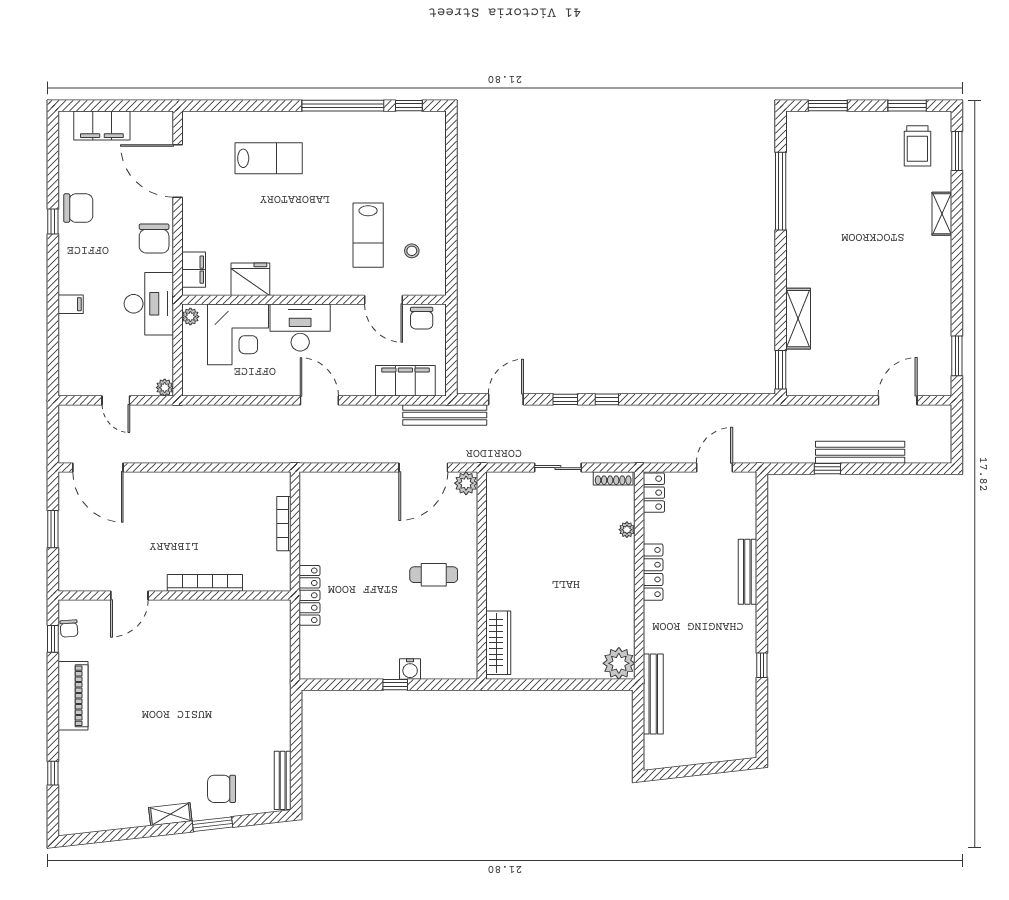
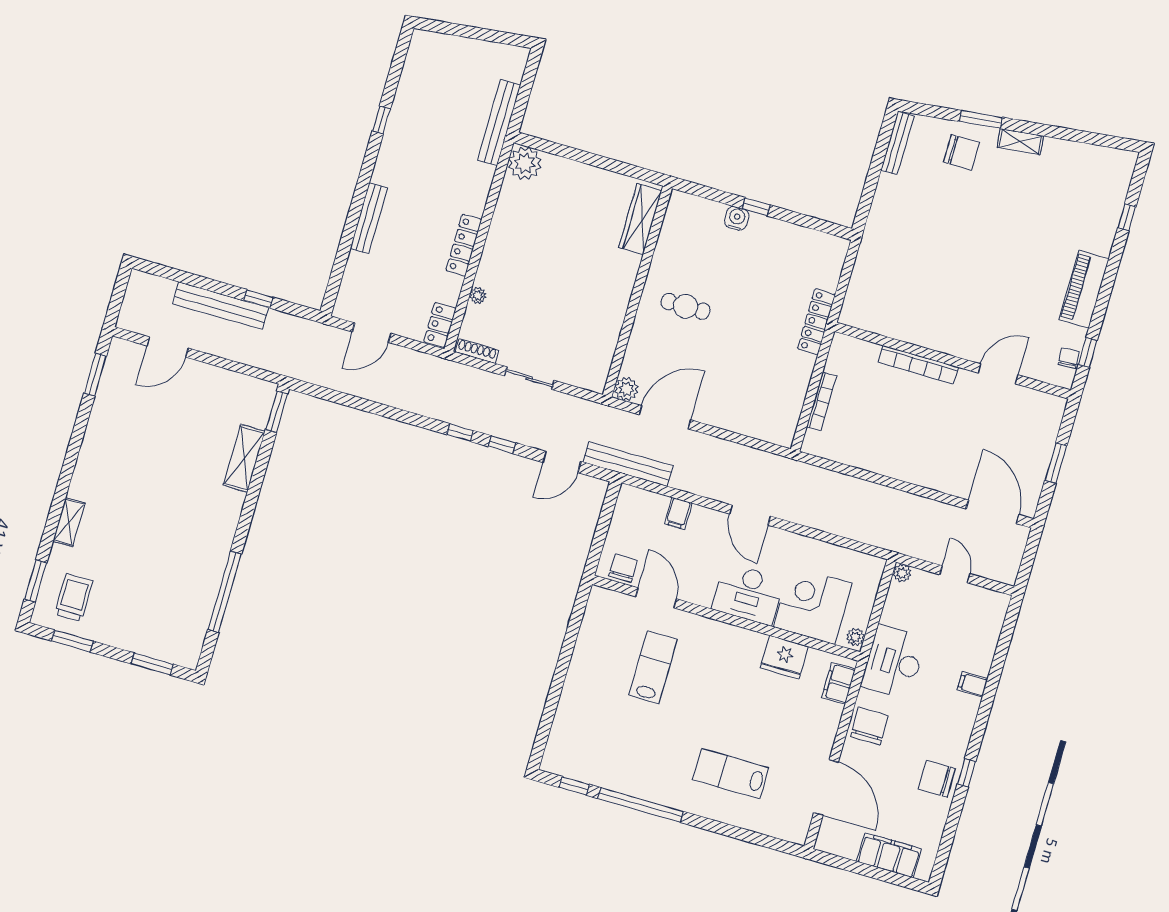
stool: (412, 251) -> (613, 639), removed
filing cabinet: (405, 381) -> (678, 513), width x0.33, depth x0.86

